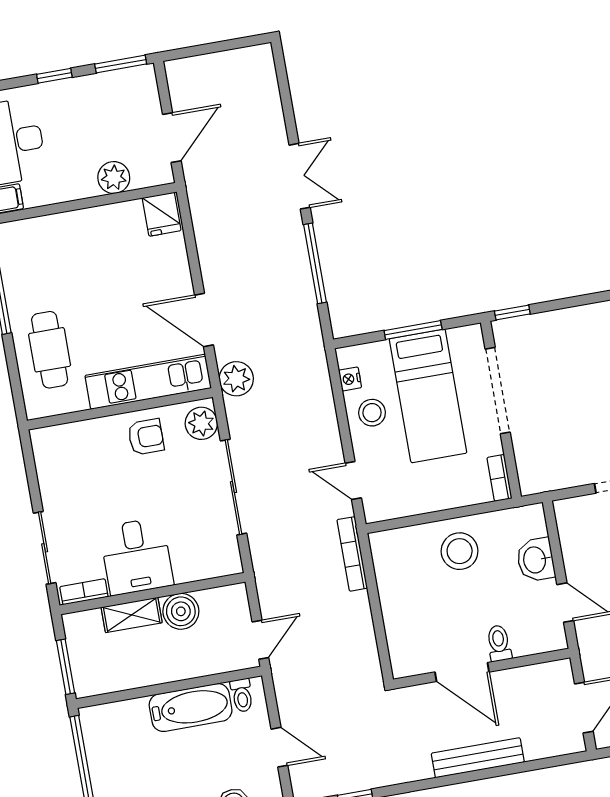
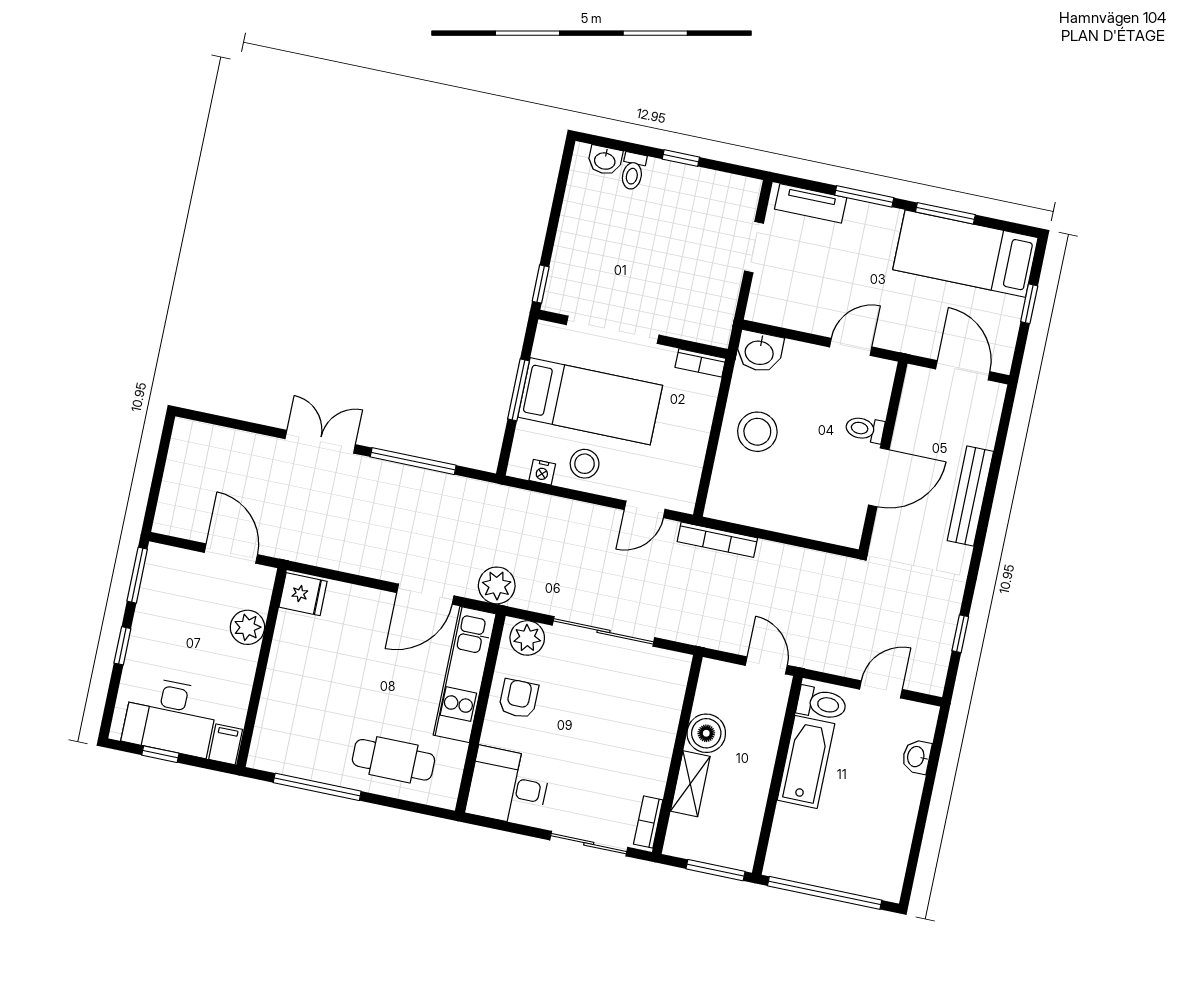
desk: (136, 556) -> (508, 786), moved, turned 180
washbasin: (536, 560) -> (759, 352), moved
toilet: (242, 695) -> (822, 703), width x1.37, depth x1.39

